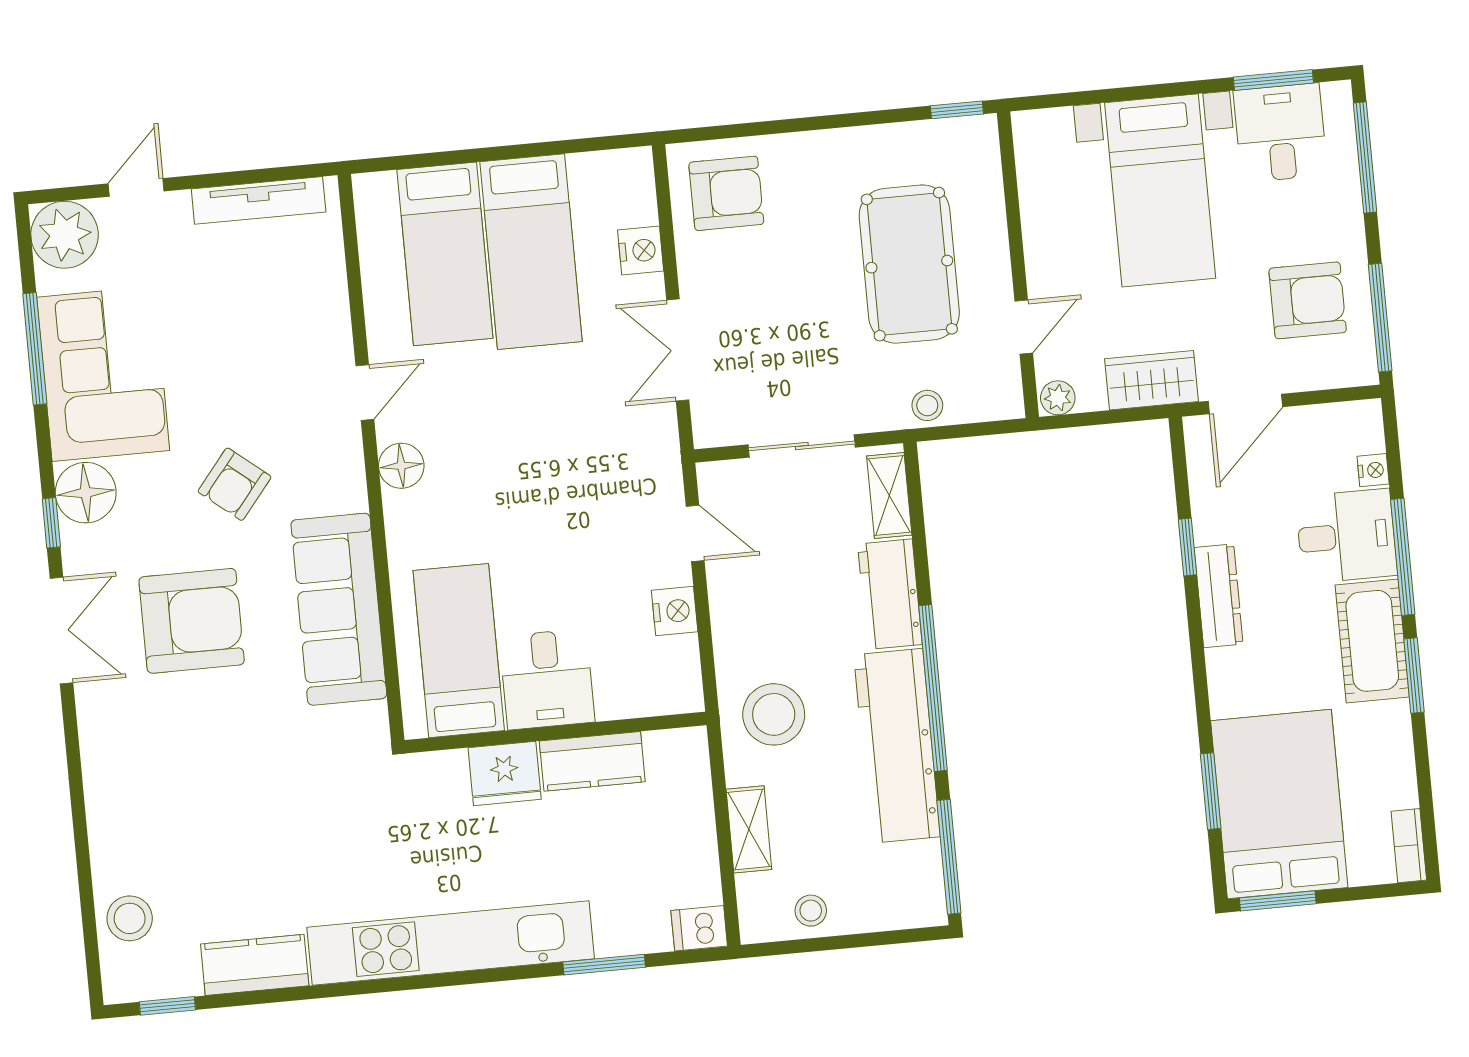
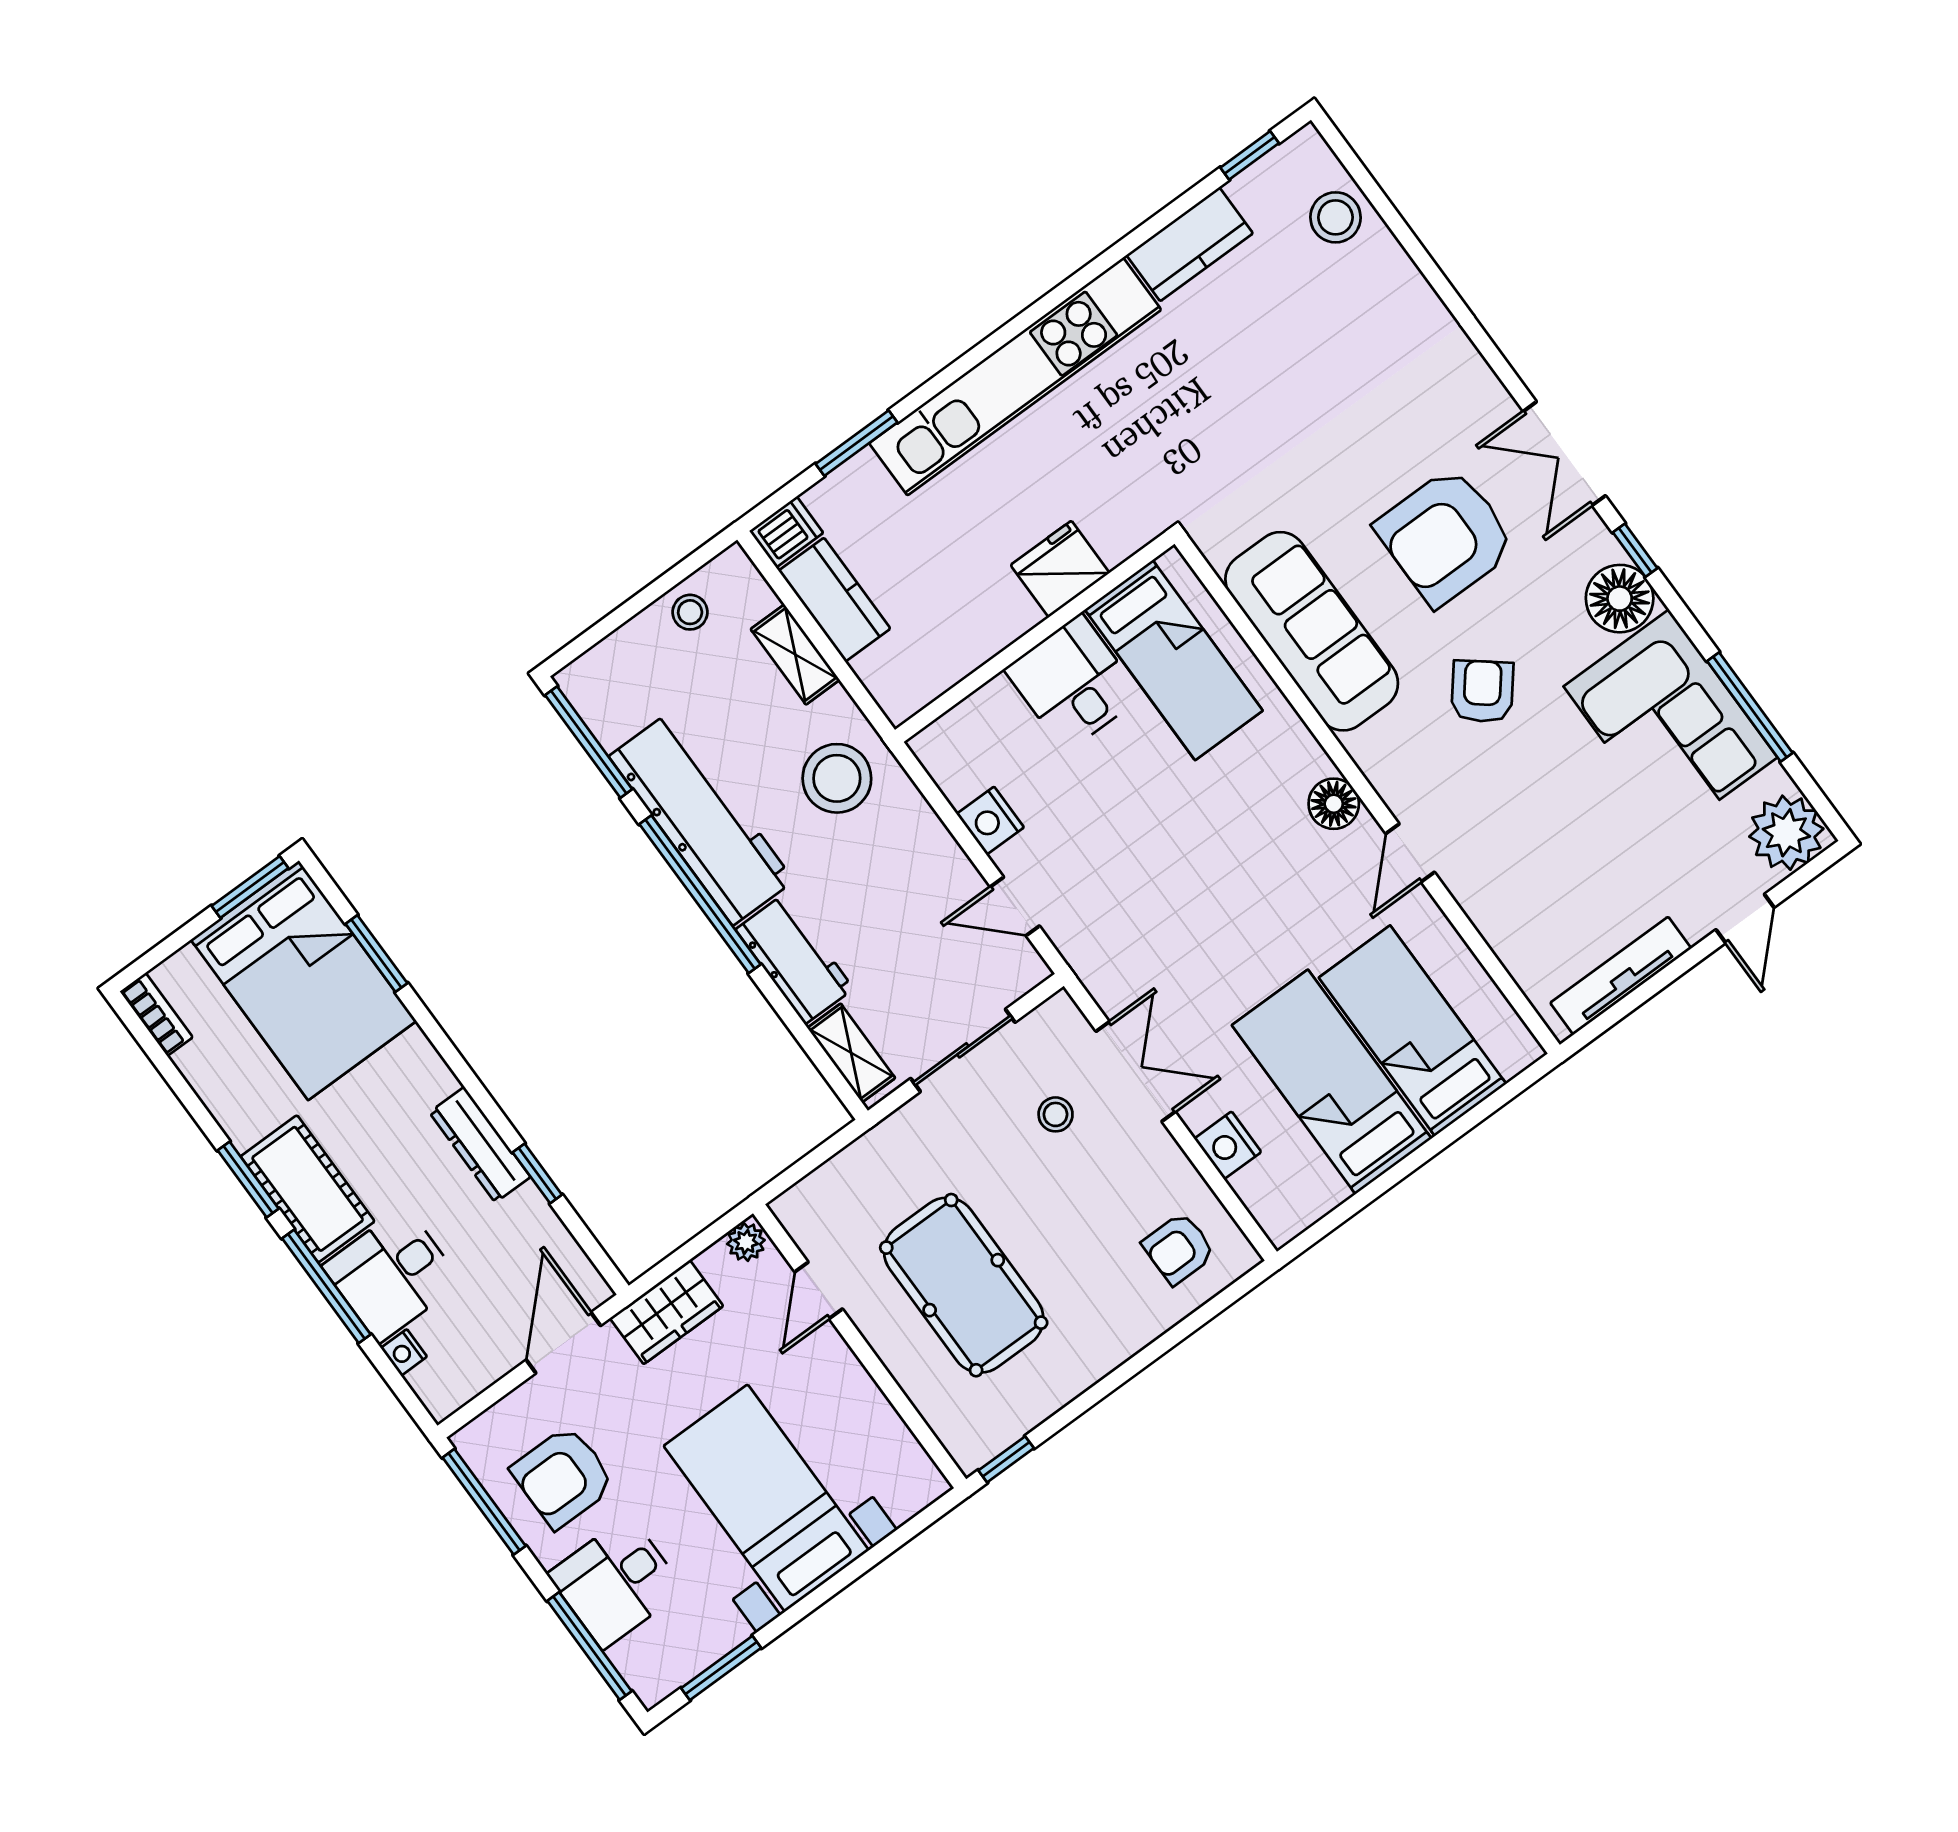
desk: (1280, 133) -> (616, 1582), moved, turned 90
armchair: (726, 193) -> (1179, 1249), width x0.72, depth x0.72
stool: (927, 405) -> (1056, 1114), moved
kitchen counter: (592, 761) -> (835, 600), moved, turned 90

